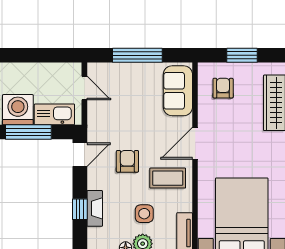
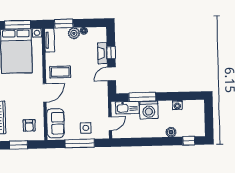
door: (84, 88) -> (110, 124), swing flipped
door: (80, 155) -> (112, 74), moved
armchair: (127, 161) -> (84, 81), removed
side table: (144, 214) -> (86, 128), moved

